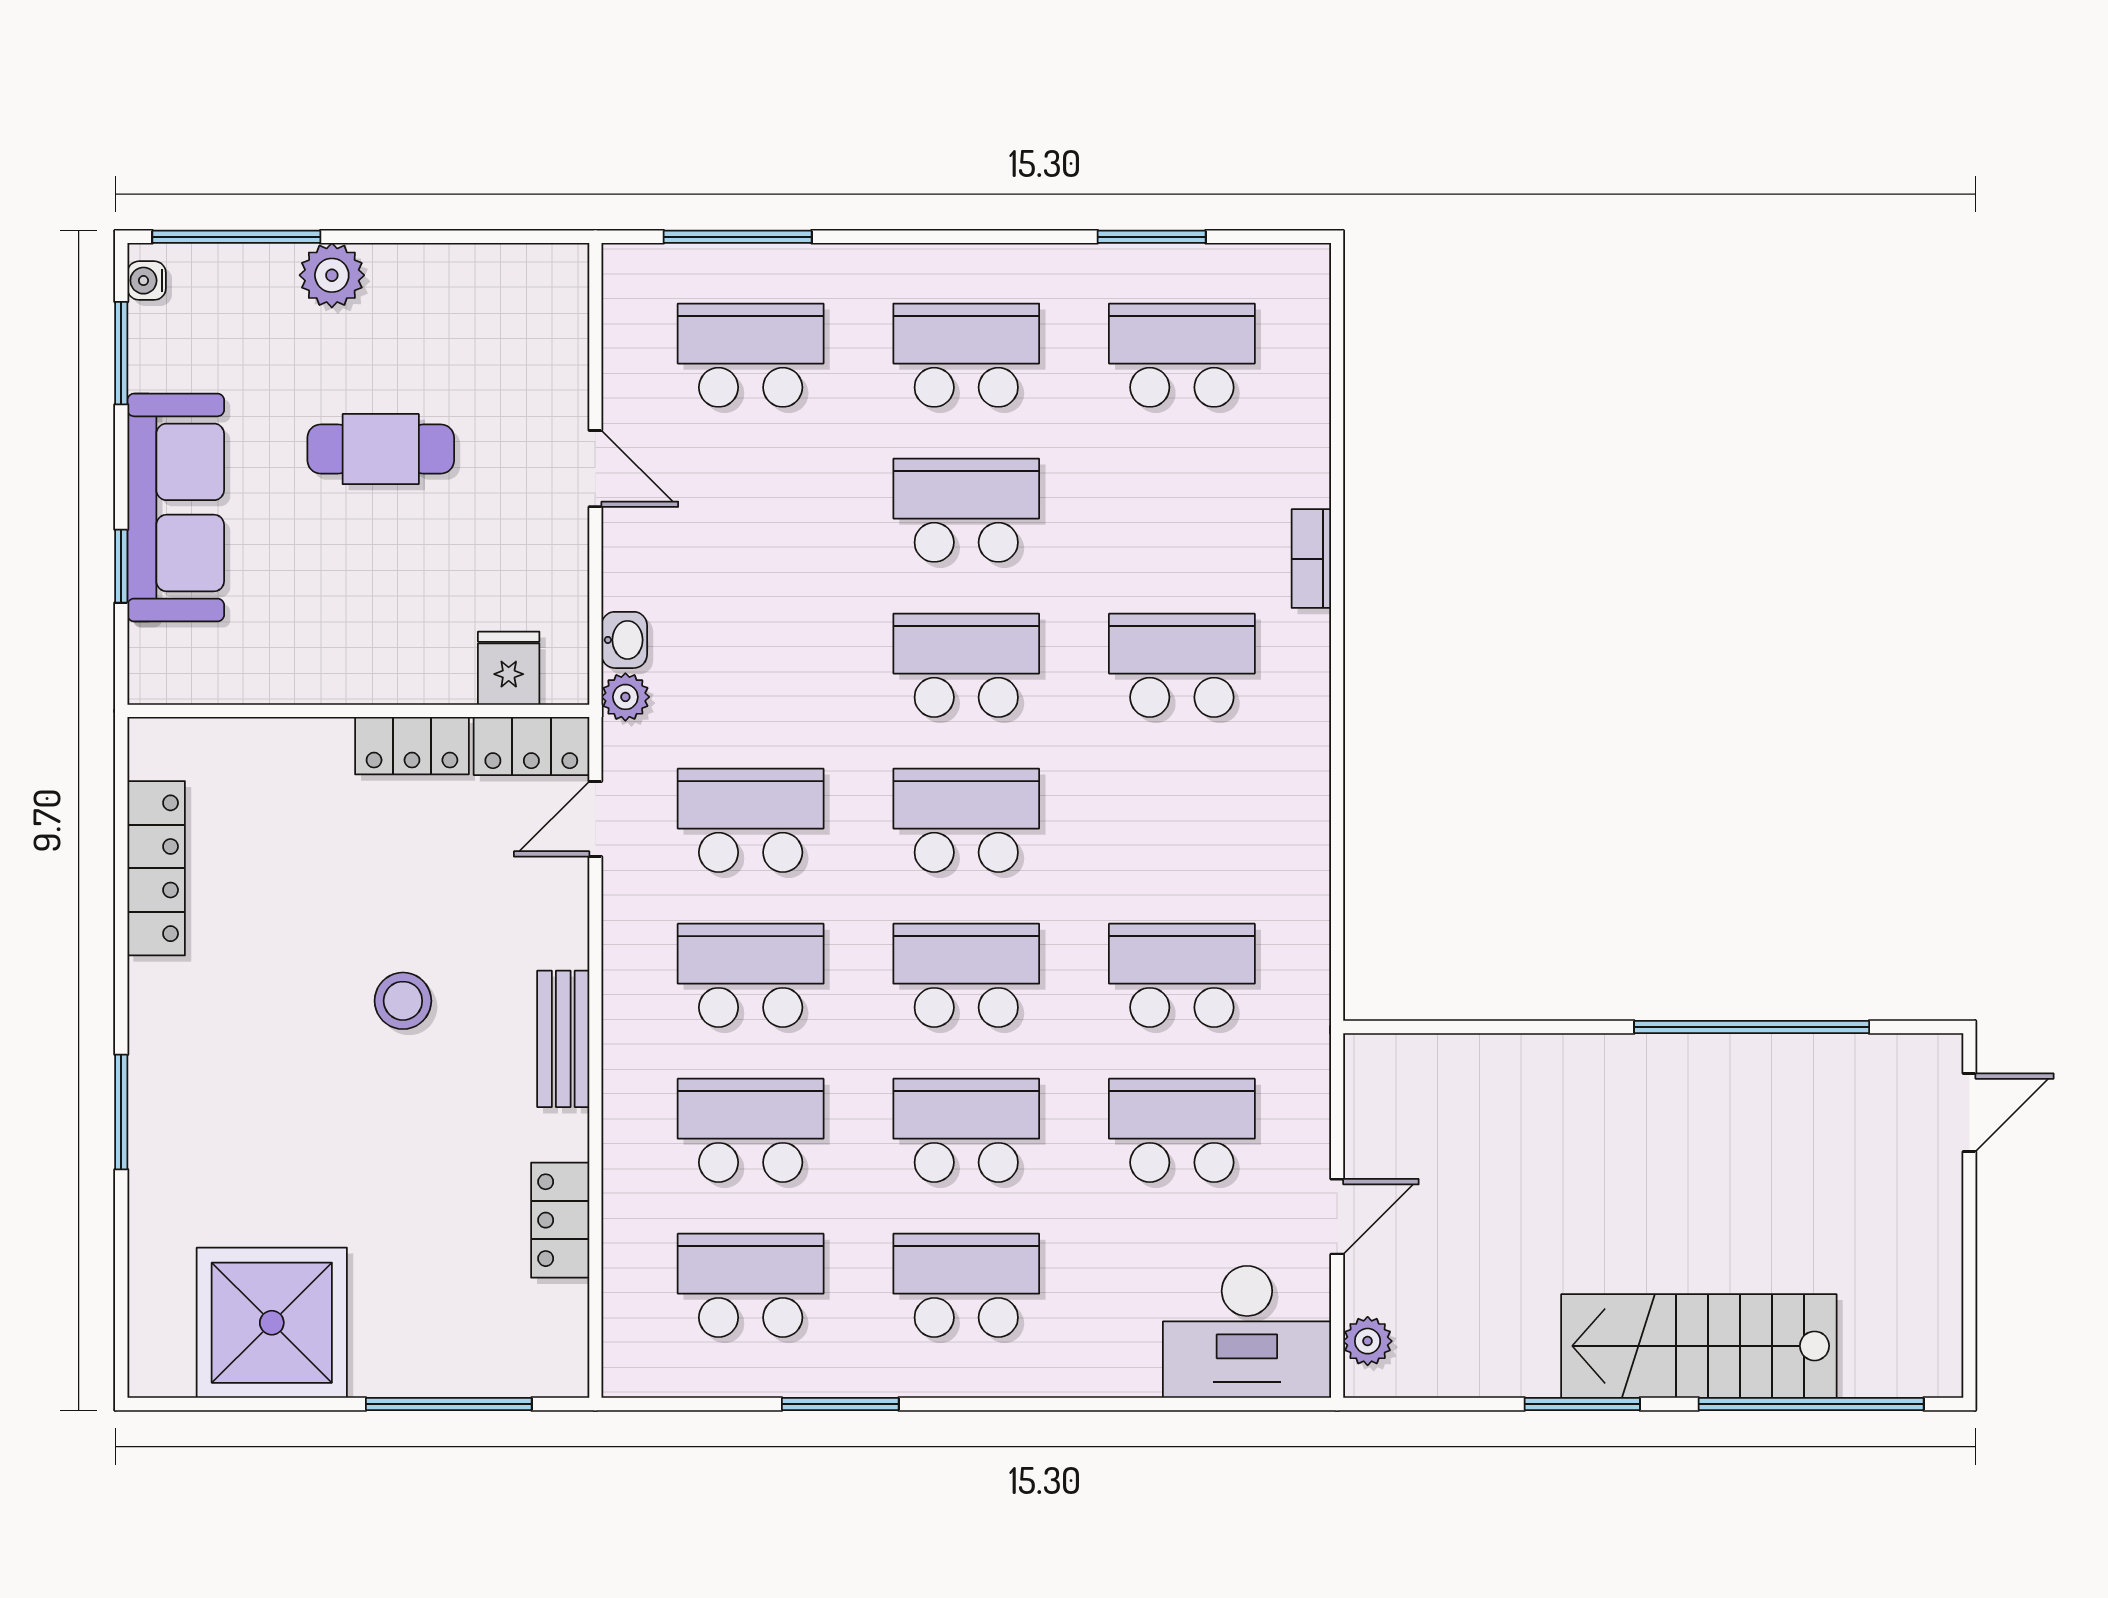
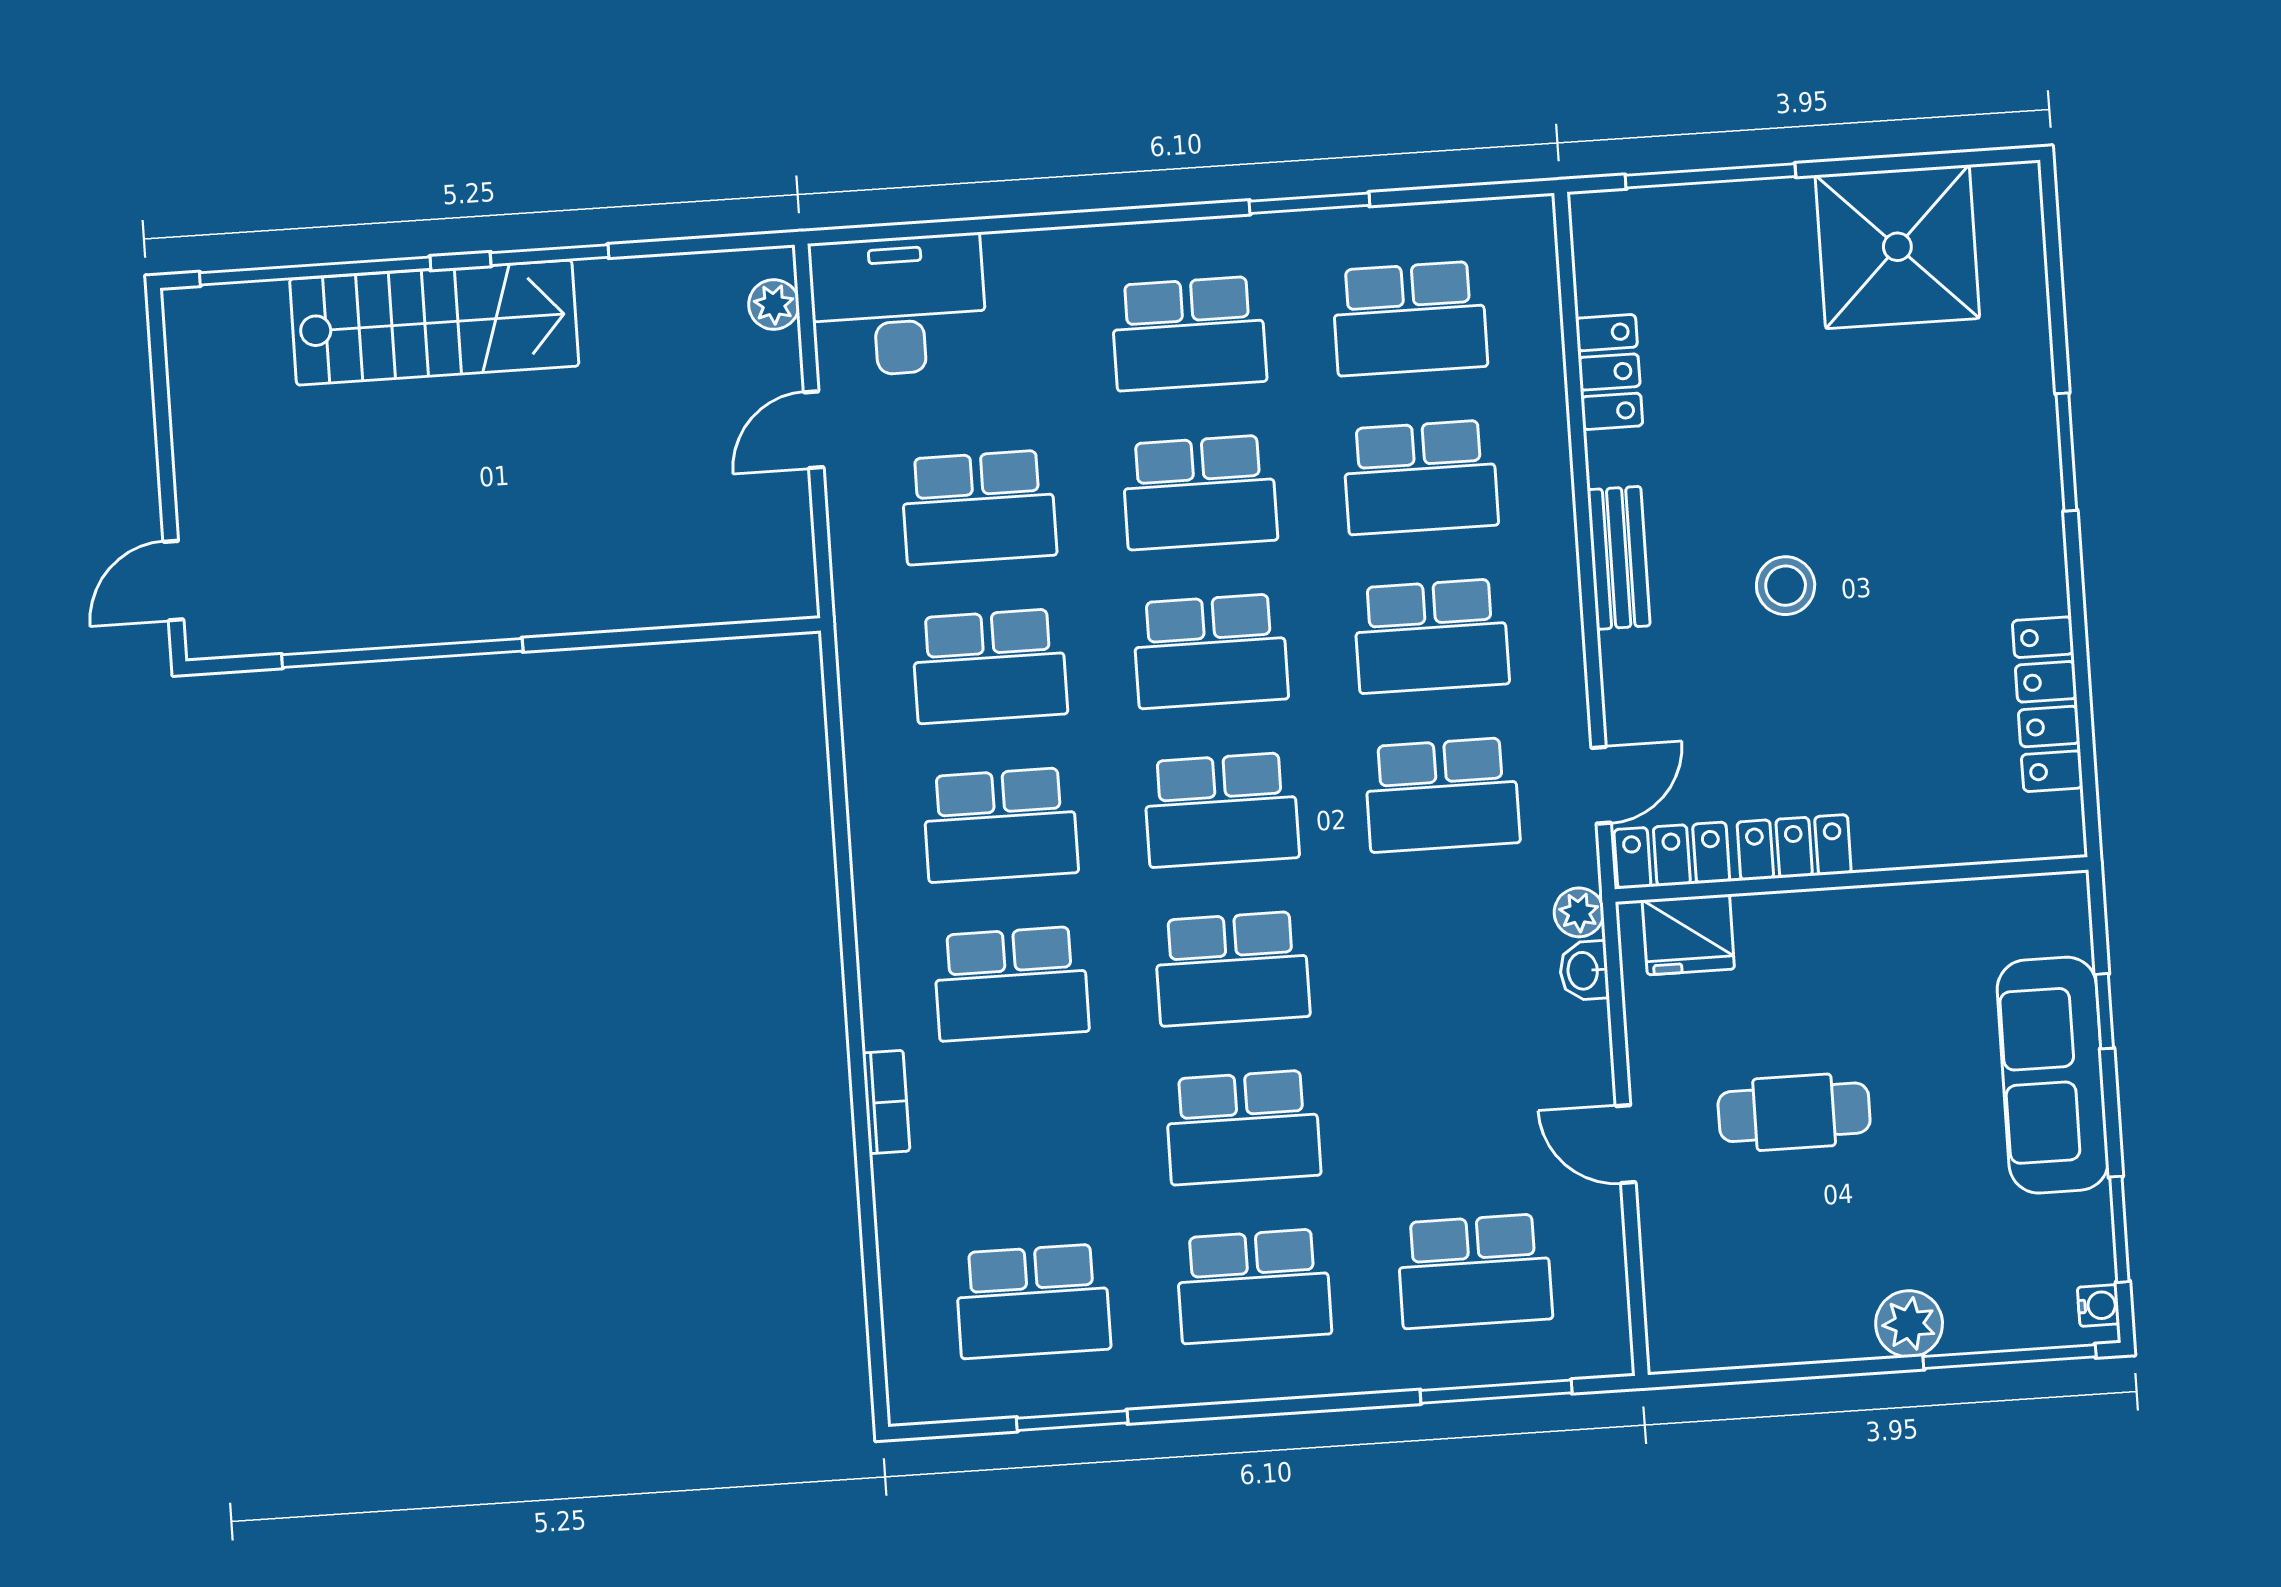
cafe table: (381, 449) -> (1794, 1112), moved
fridge: (509, 668) -> (1688, 935), width x1.38
school desk: (1182, 820) -> (1000, 825), added

